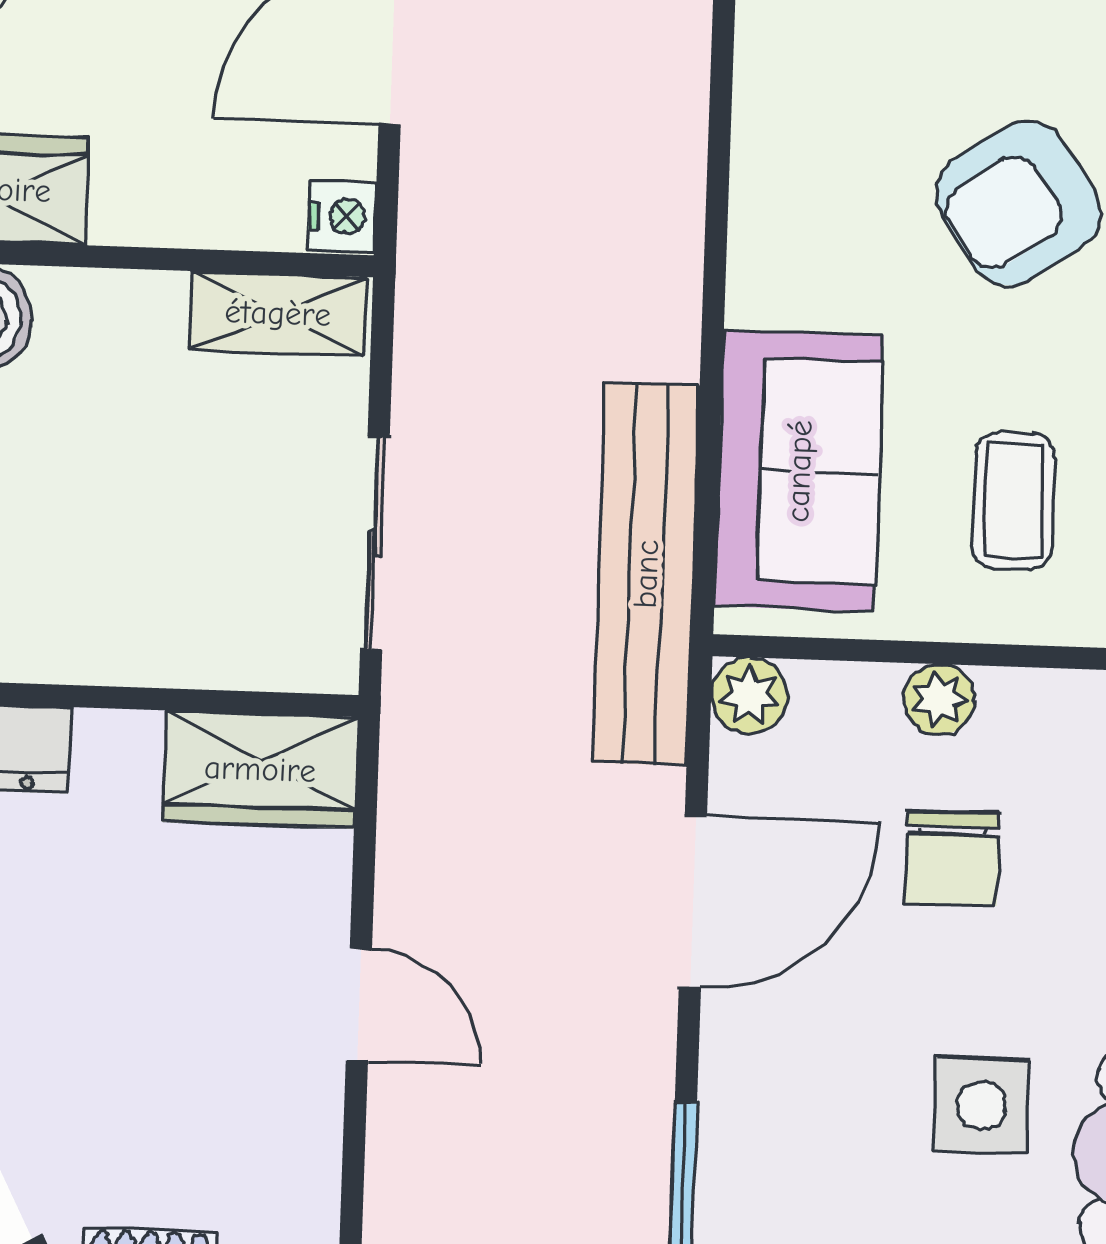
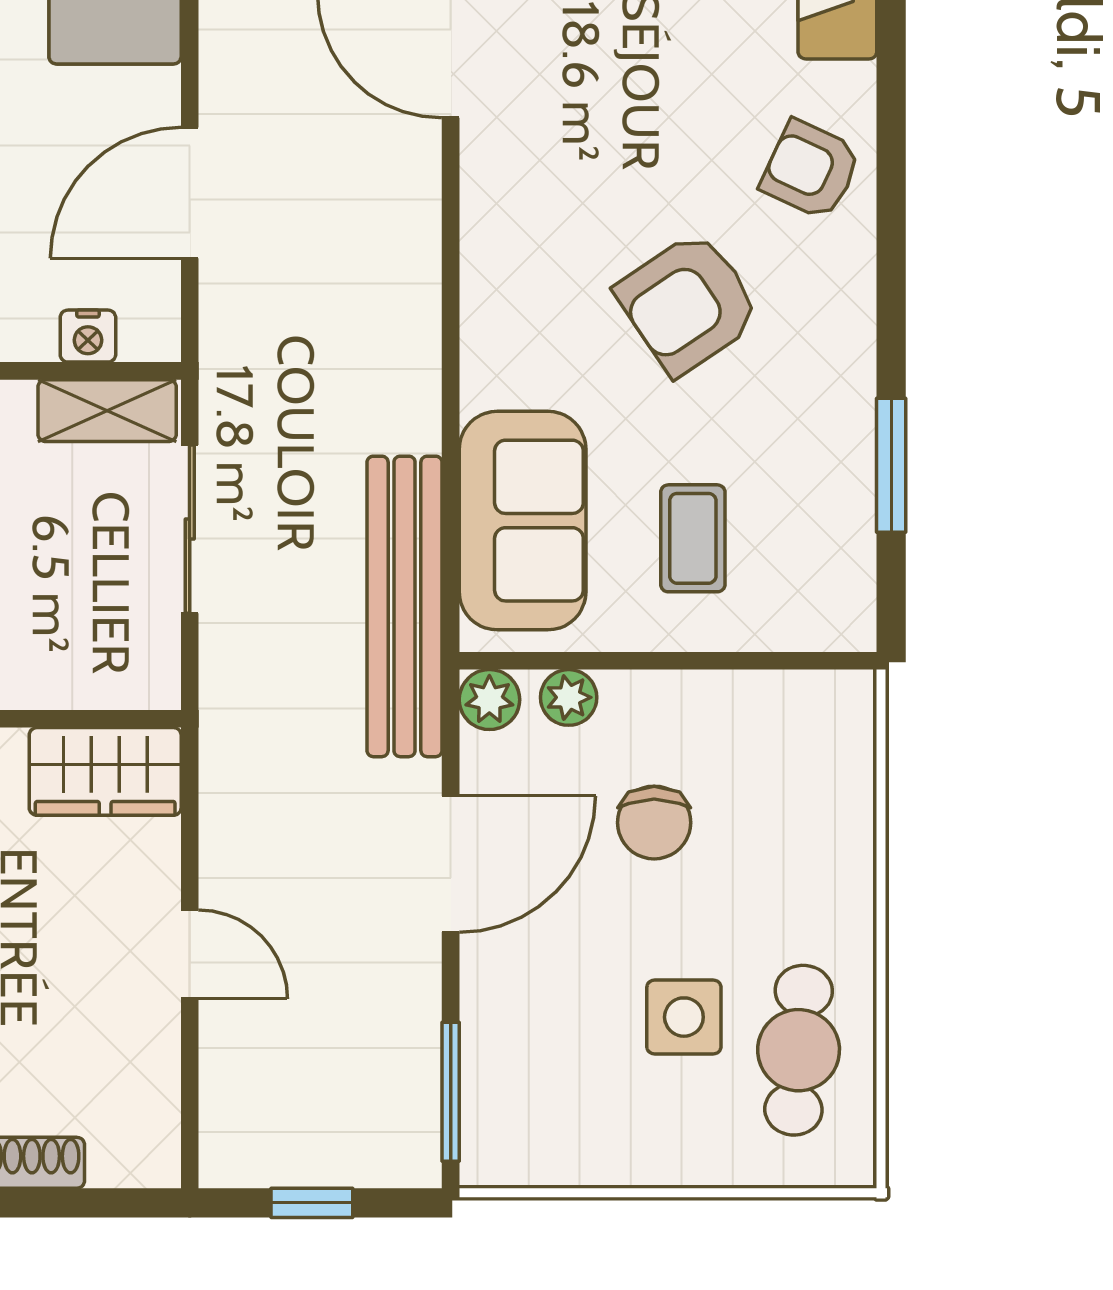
nightstand: (342, 216) -> (88, 336), moved, turned 90
sliding door: (375, 543) -> (190, 529), moved
plant: (939, 700) -> (569, 697), moved

